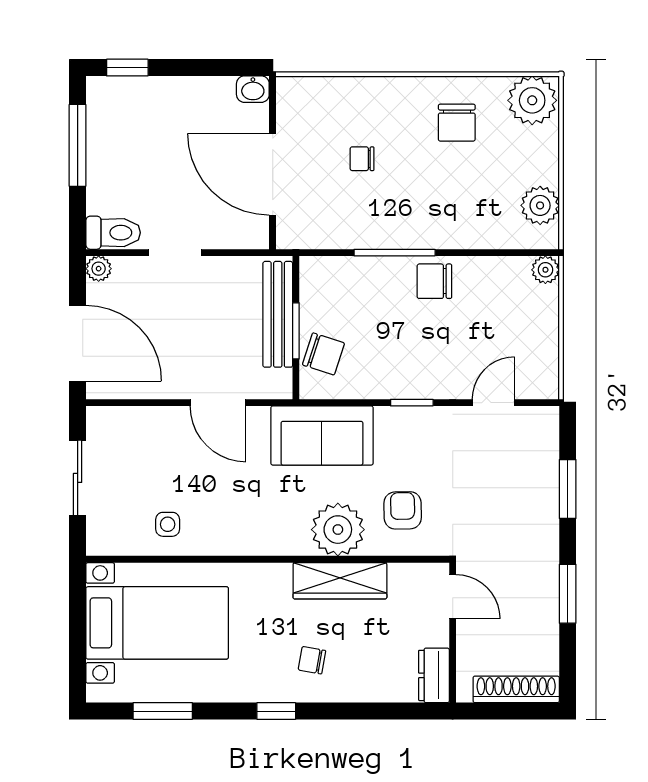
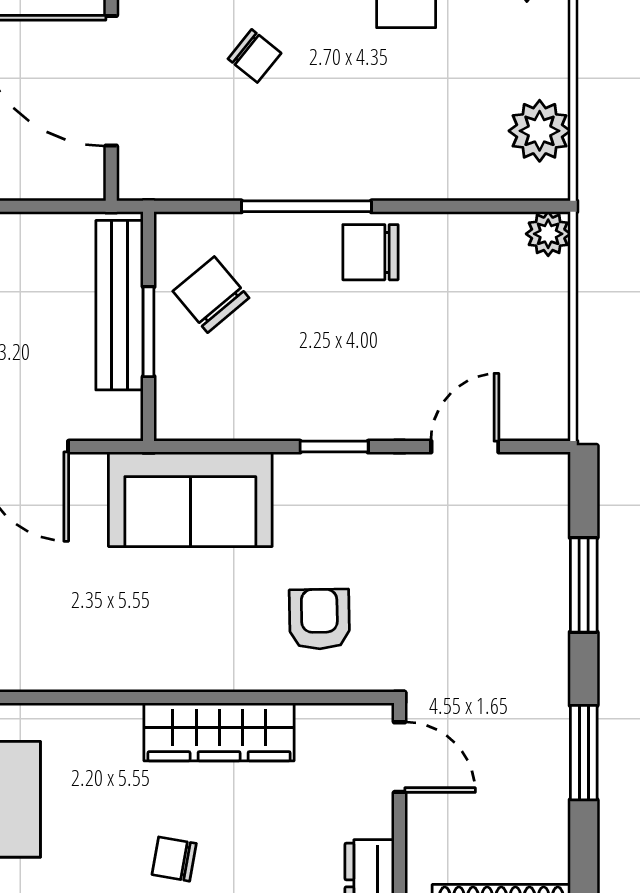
chair: (362, 159) -> (255, 56), turned -141
chair: (323, 354) -> (211, 295), moved, turned -148
plant: (338, 530) -> (216, 650), removed

